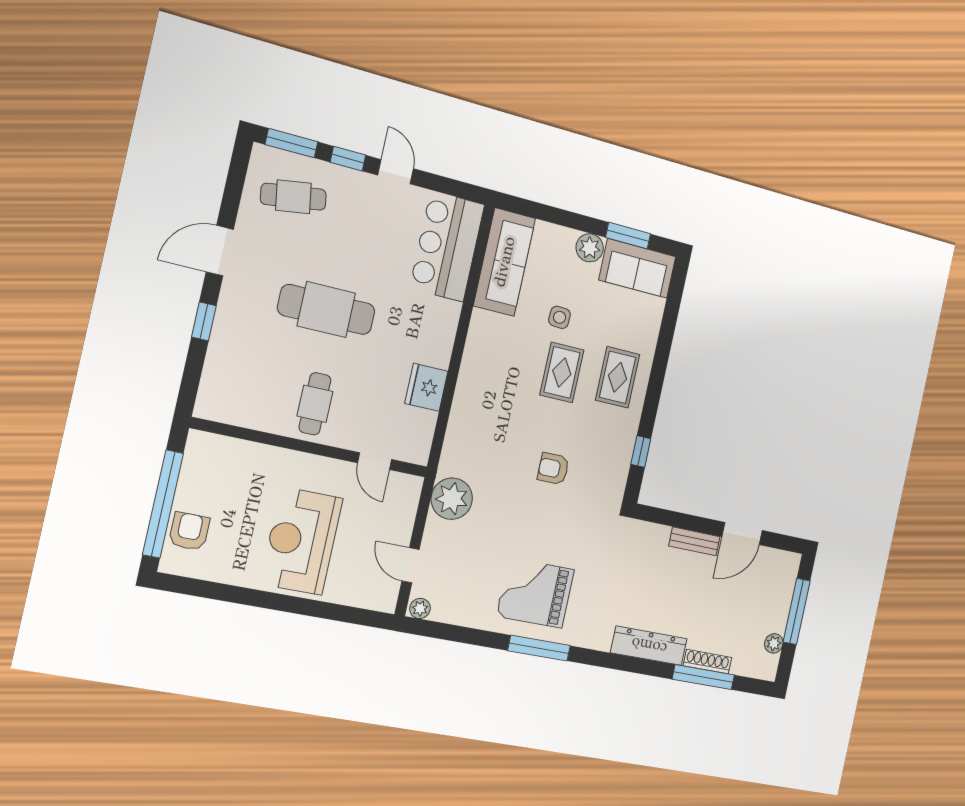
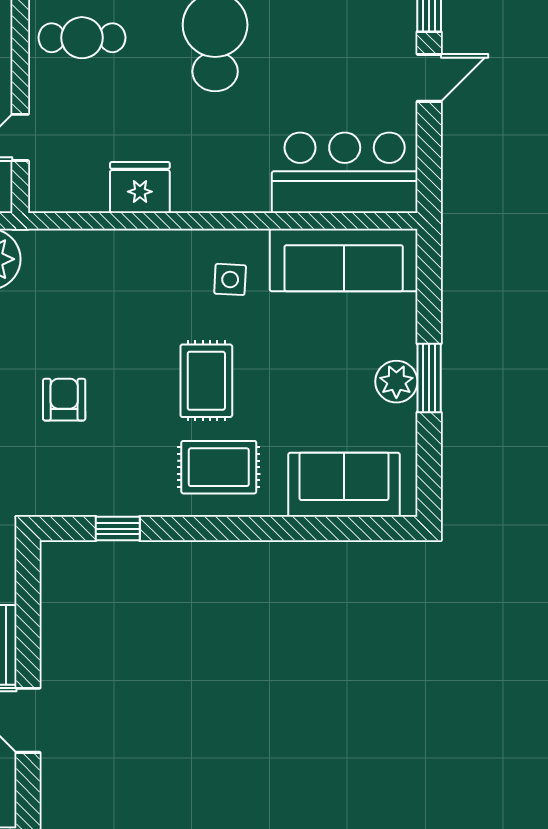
window: (628, 236) -> (429, 378), moved
sofa: (637, 268) -> (344, 485), moved, turned 90
side table: (560, 317) -> (230, 279), moved
rug: (562, 372) -> (206, 381), turned 90

